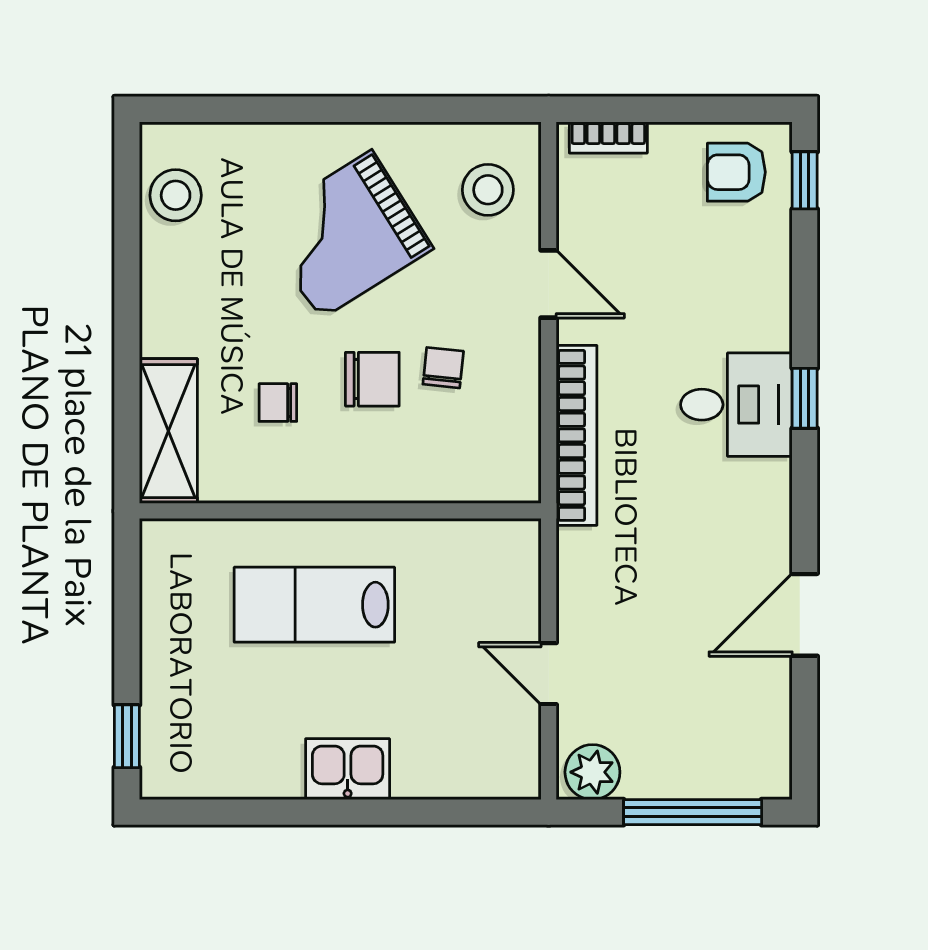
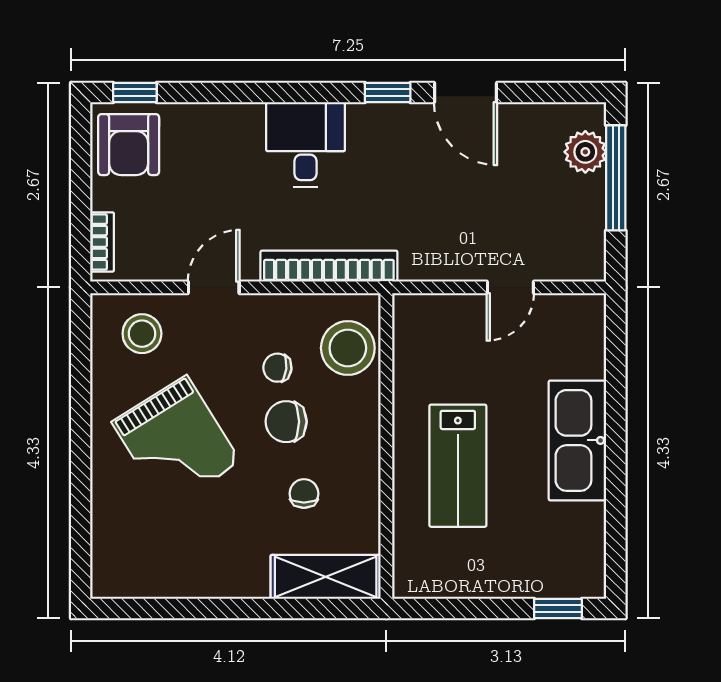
armchair: (736, 172) -> (129, 145), width x1.38, depth x1.38
stool: (176, 195) -> (348, 348), moved, width x1.38, depth x1.38
chair: (372, 379) -> (286, 422), turned -90
window: (805, 398) -> (388, 92), moved
chair: (278, 403) -> (304, 494), turned 180
kitchen sink: (348, 769) -> (577, 440), width x1.87, depth x1.24
plant: (592, 772) -> (585, 152), moved

